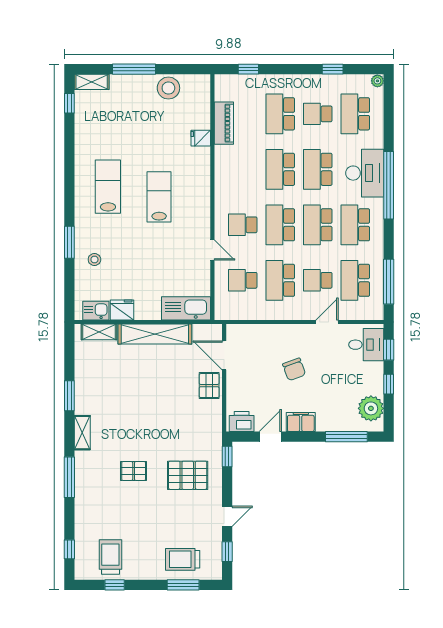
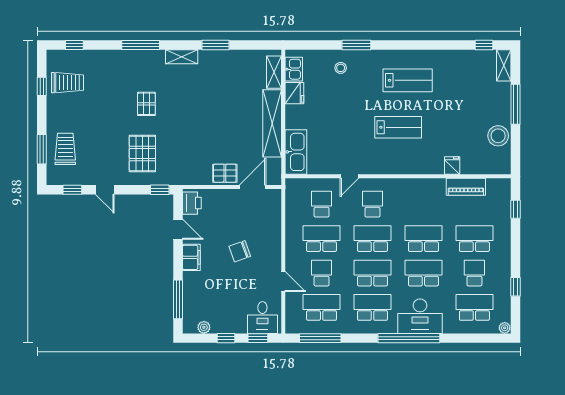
plant: (371, 408) -> (204, 327), width x0.53, depth x0.53

